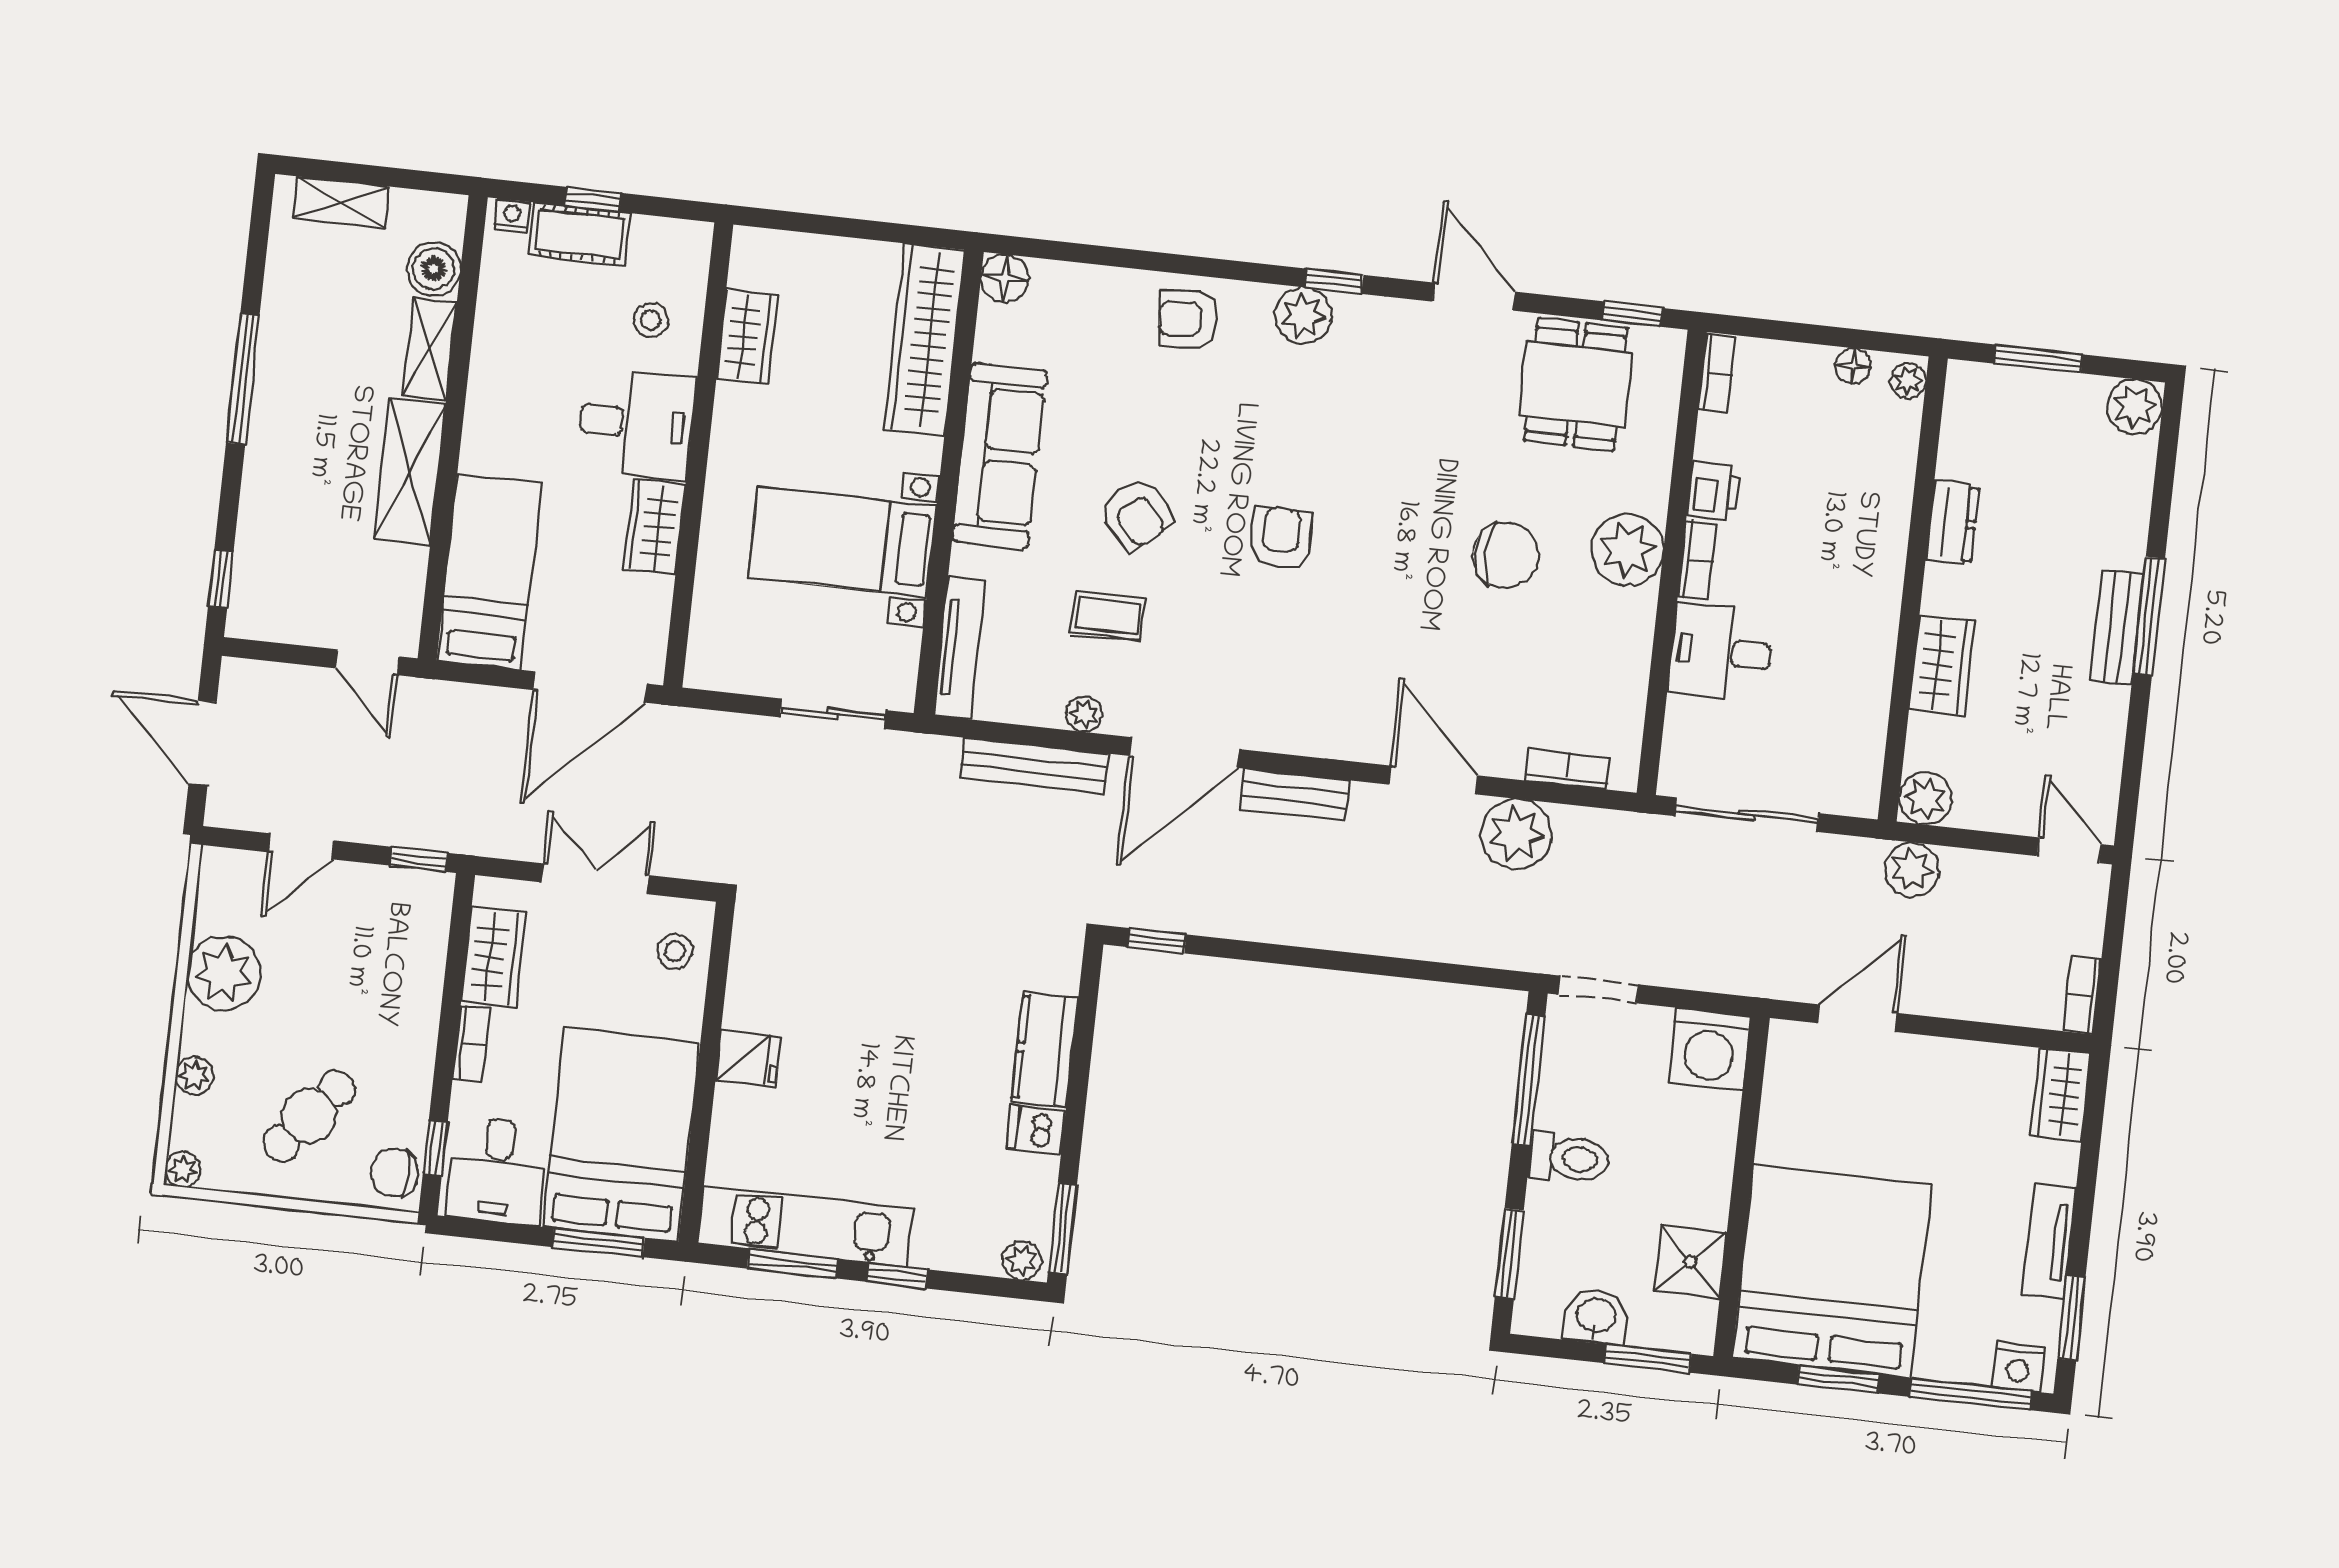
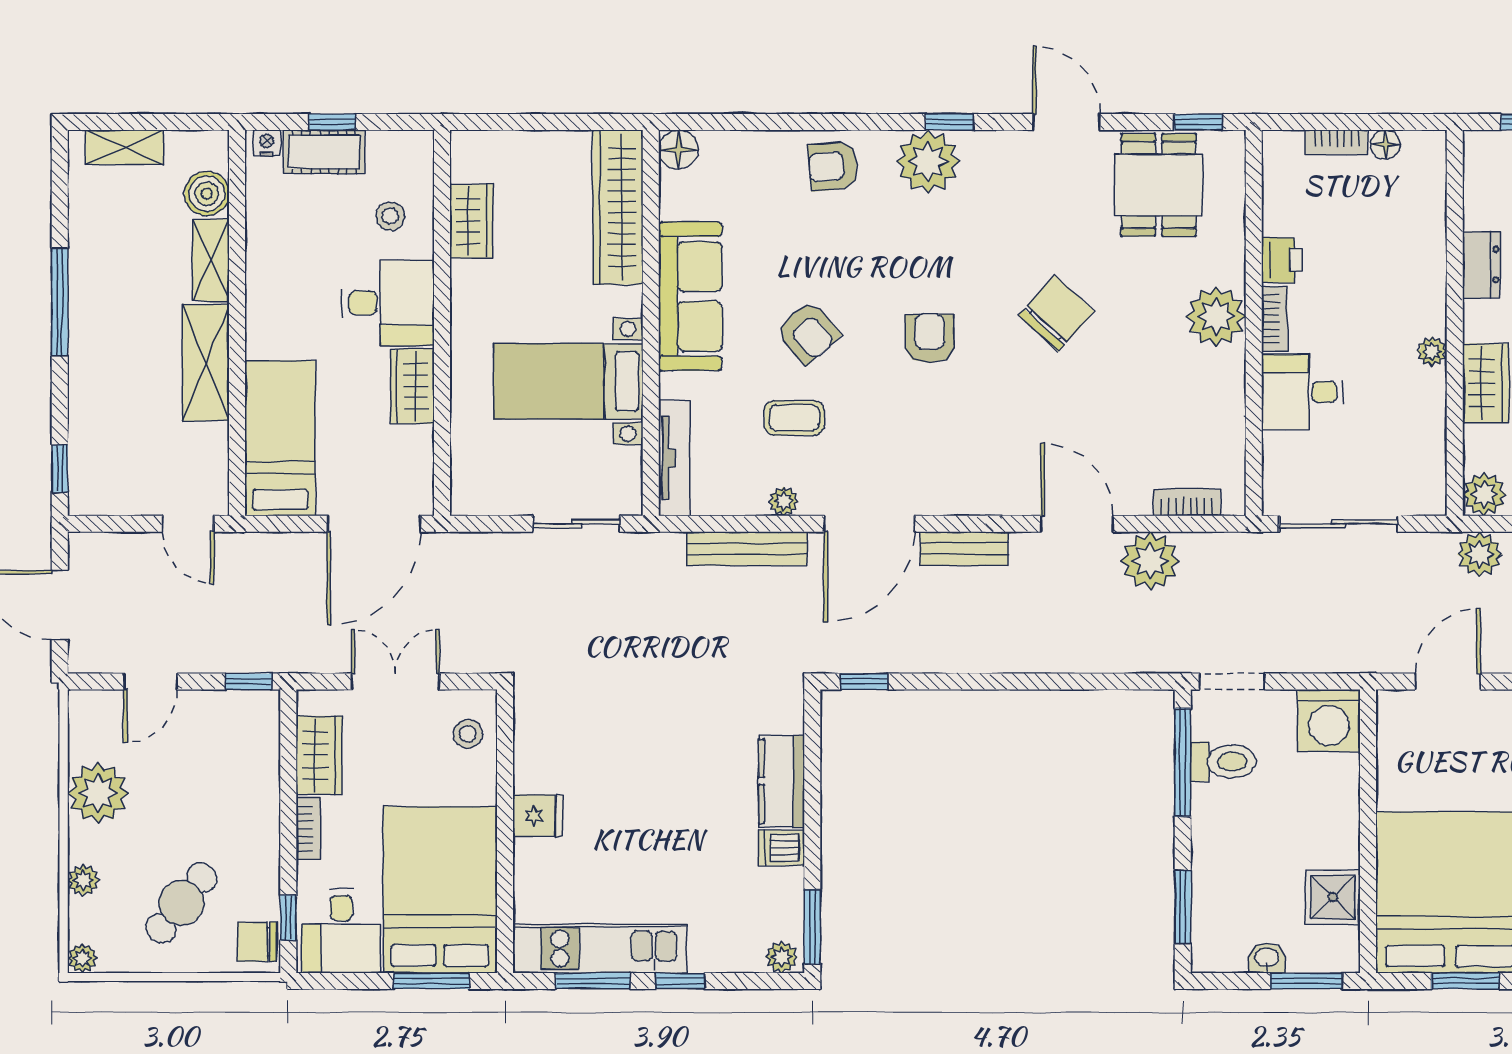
plant: (1304, 316) -> (928, 161), width x1.36, depth x1.36
bookcase: (1717, 373) -> (1336, 142), moved, turned 90
plant: (1908, 381) -> (1432, 351), moved
chair: (1506, 555) -> (1057, 313), moved, turned -48
toilet: (1569, 1158) -> (1223, 762), moved
washbasin: (1596, 1317) -> (1267, 958), width x0.72, depth x0.69

